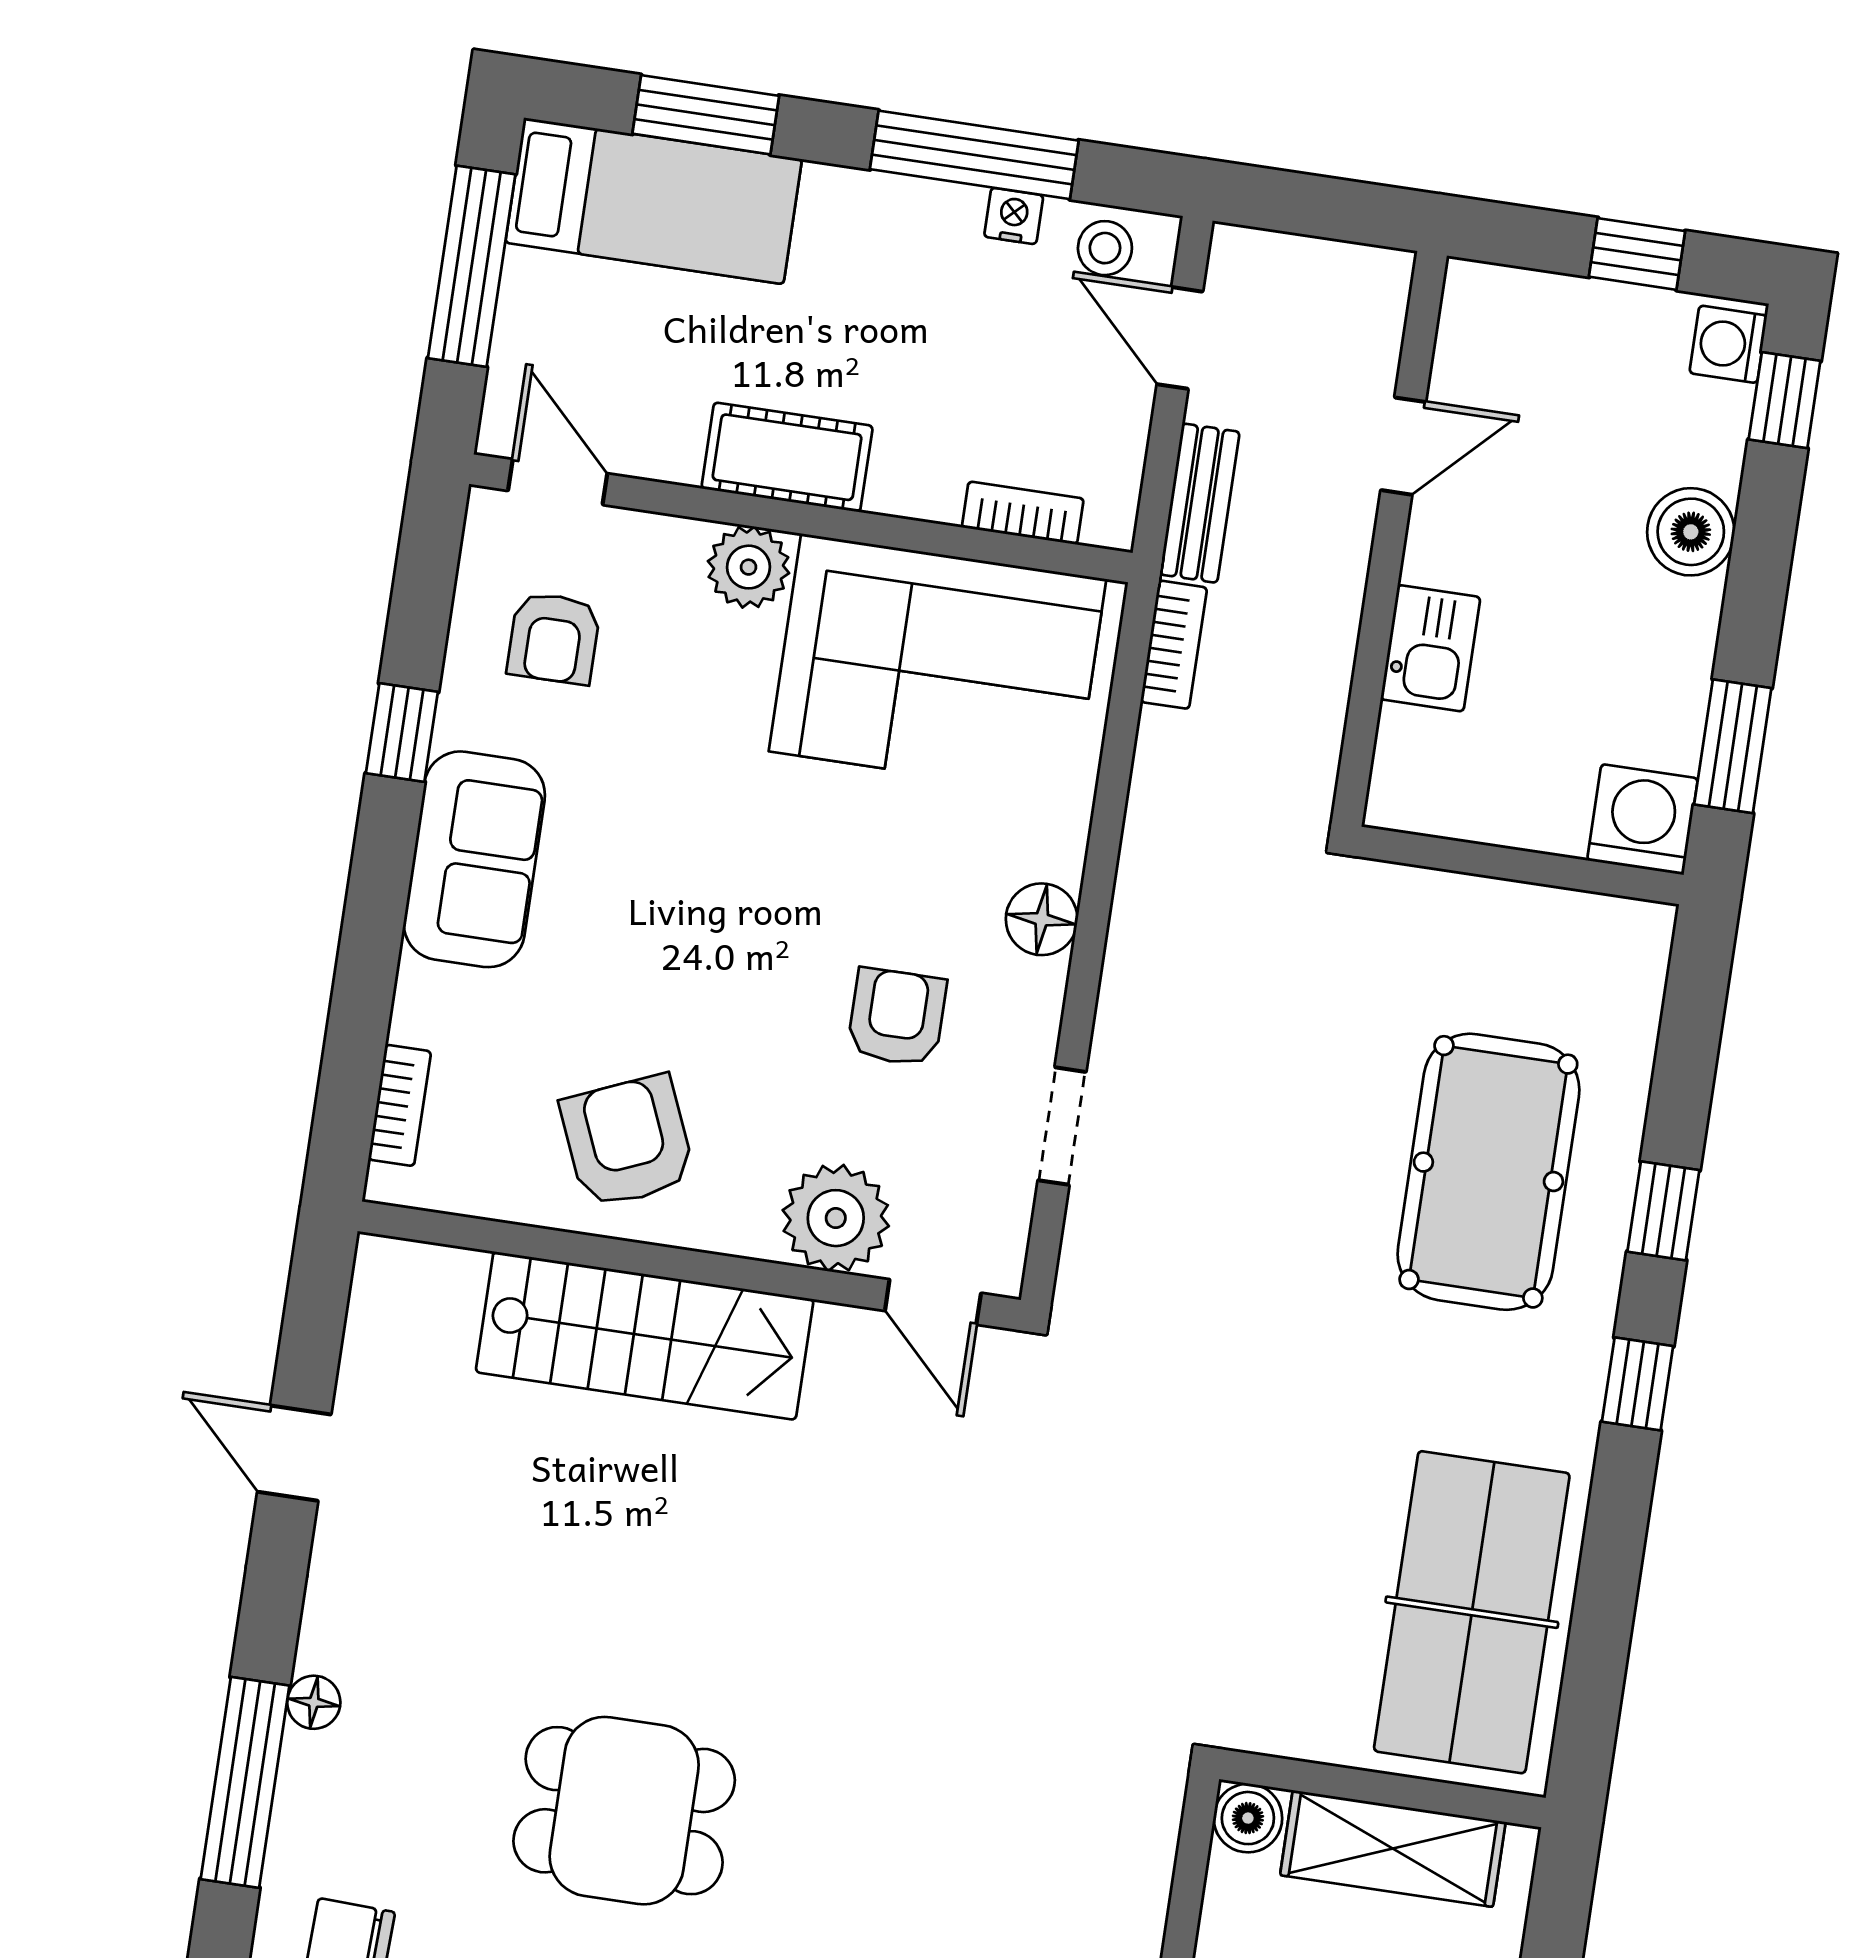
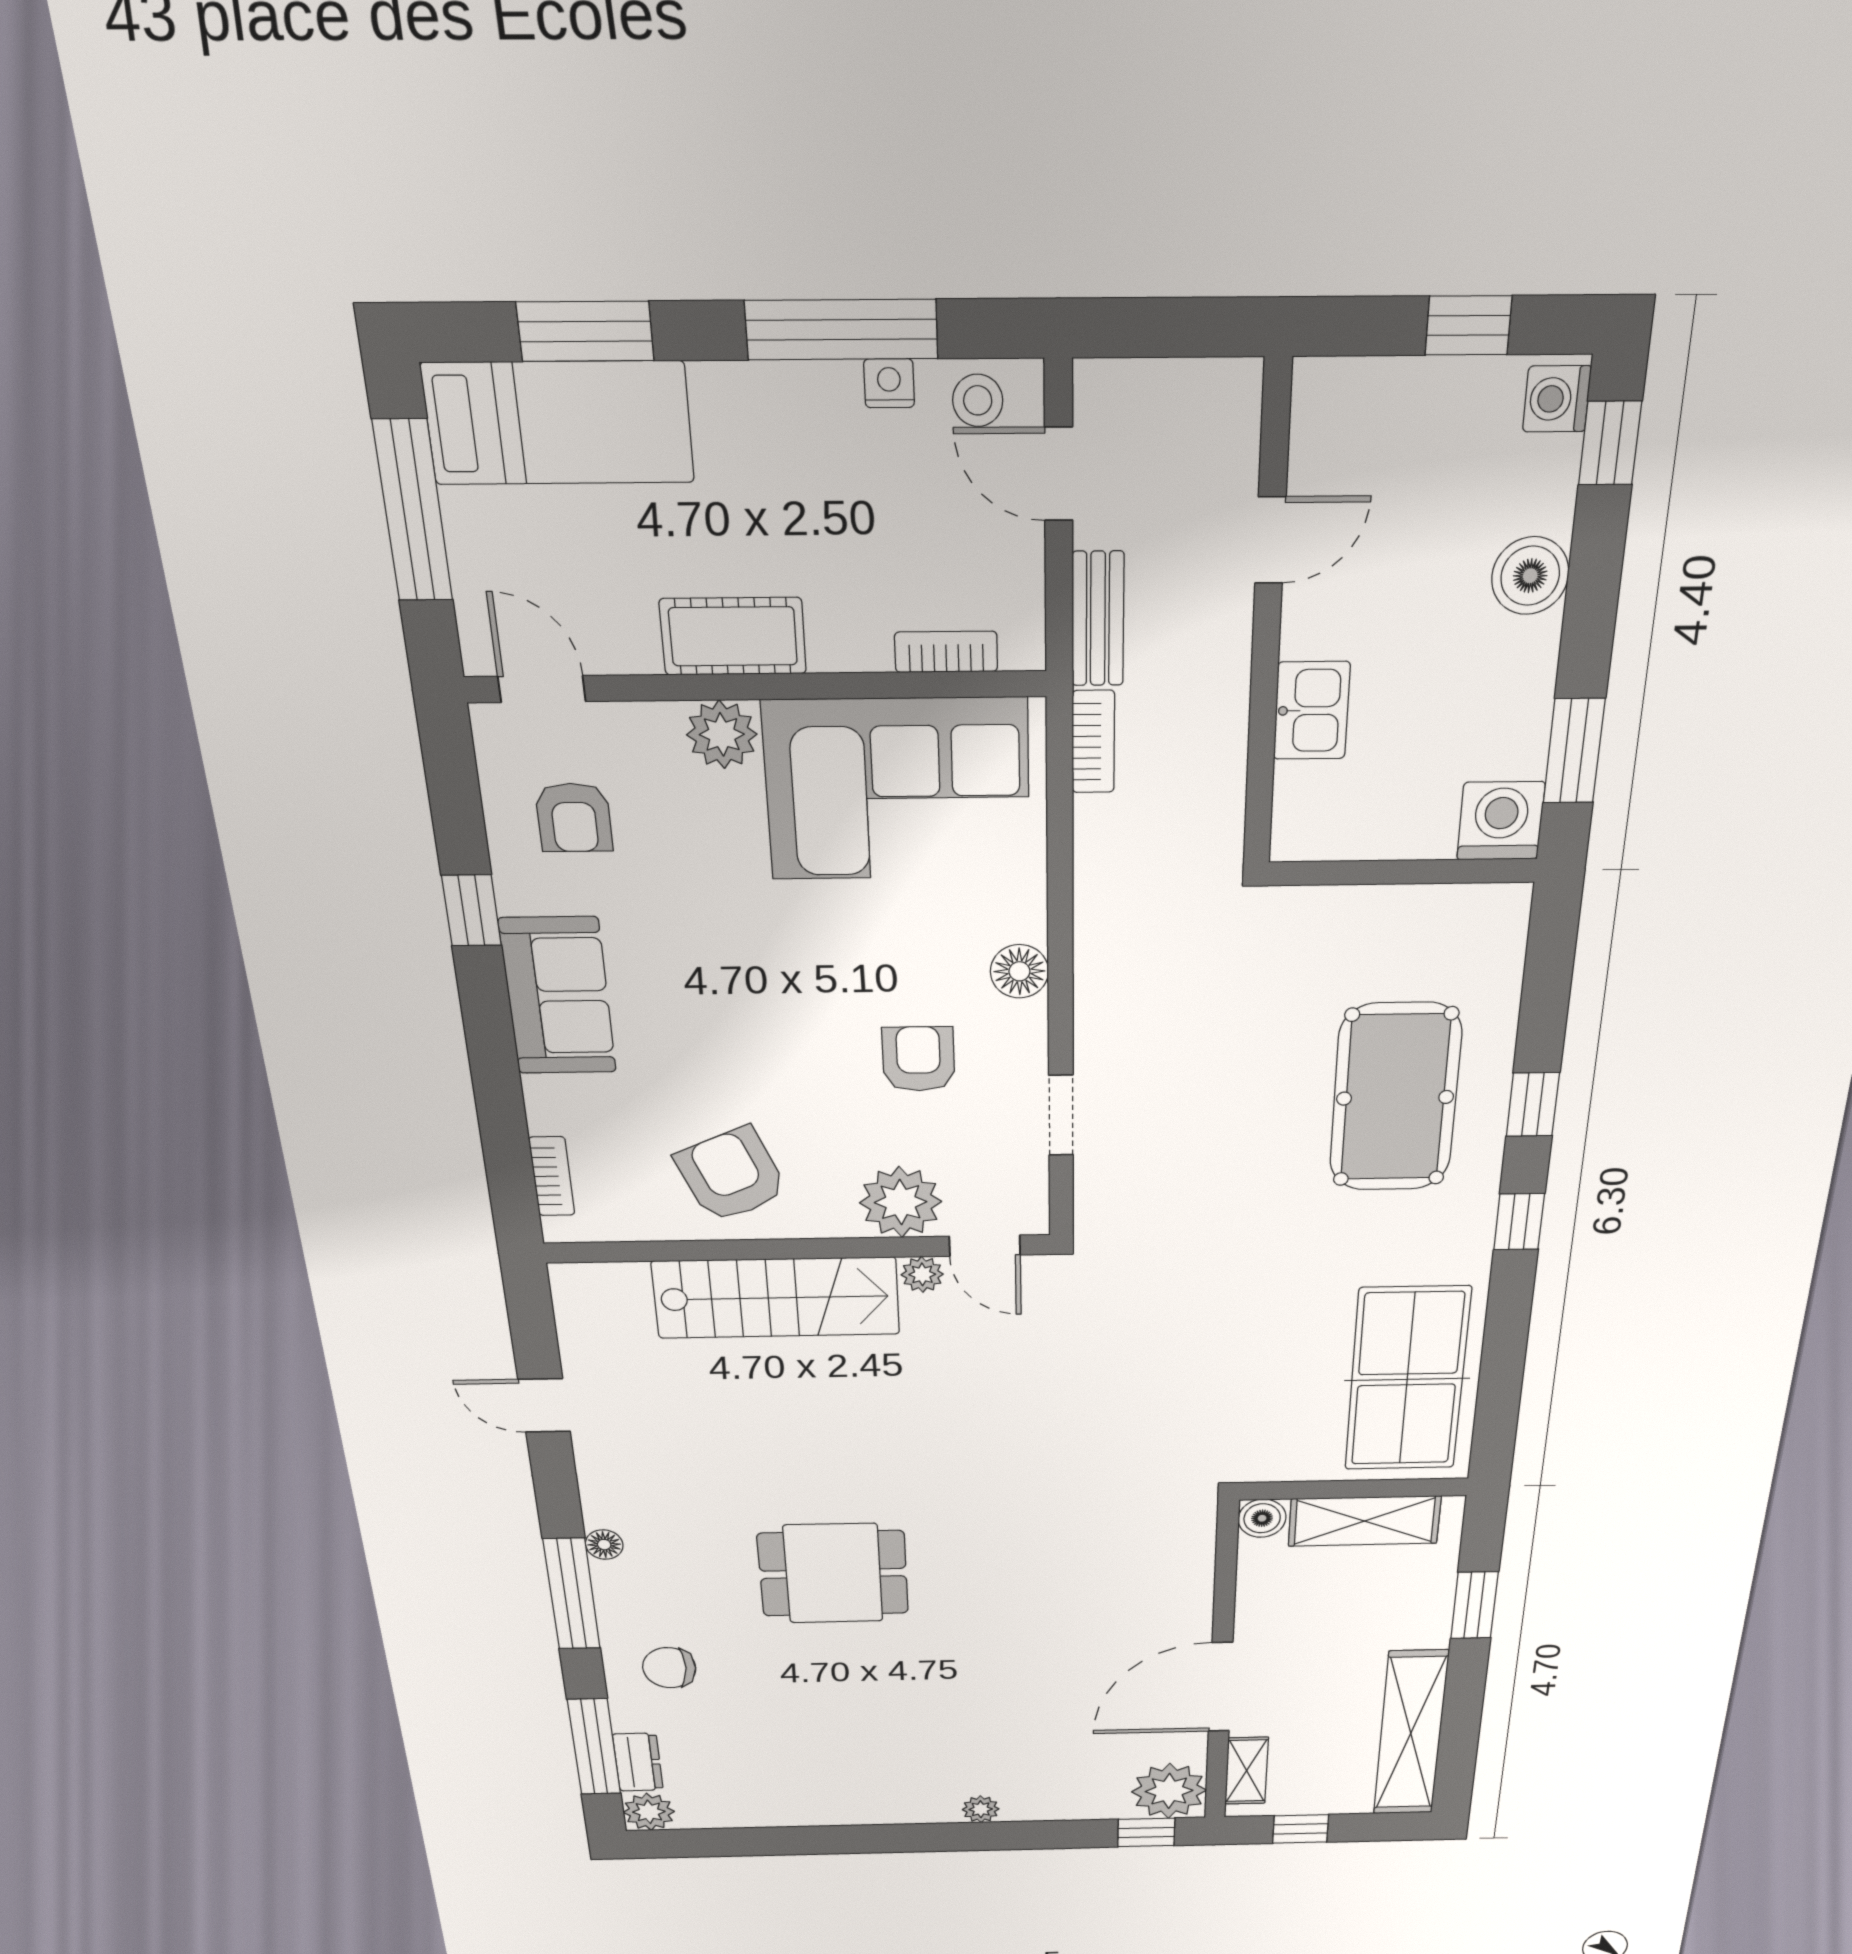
plant: (843, 1332) -> (922, 1274), added

